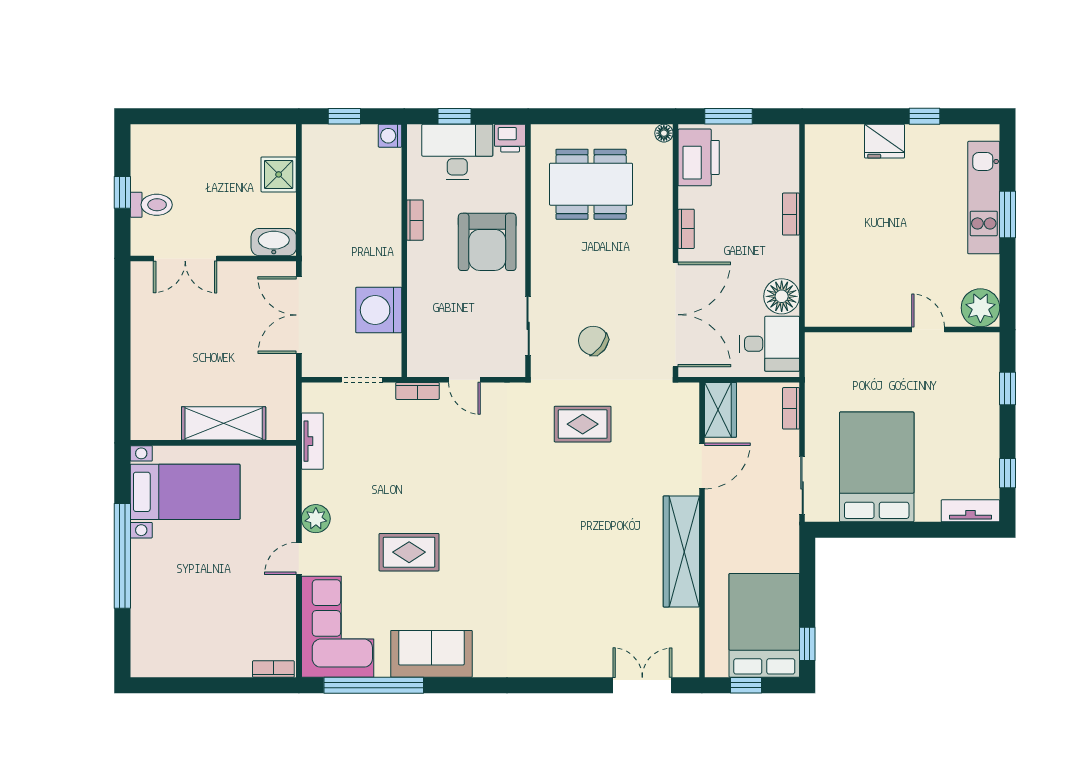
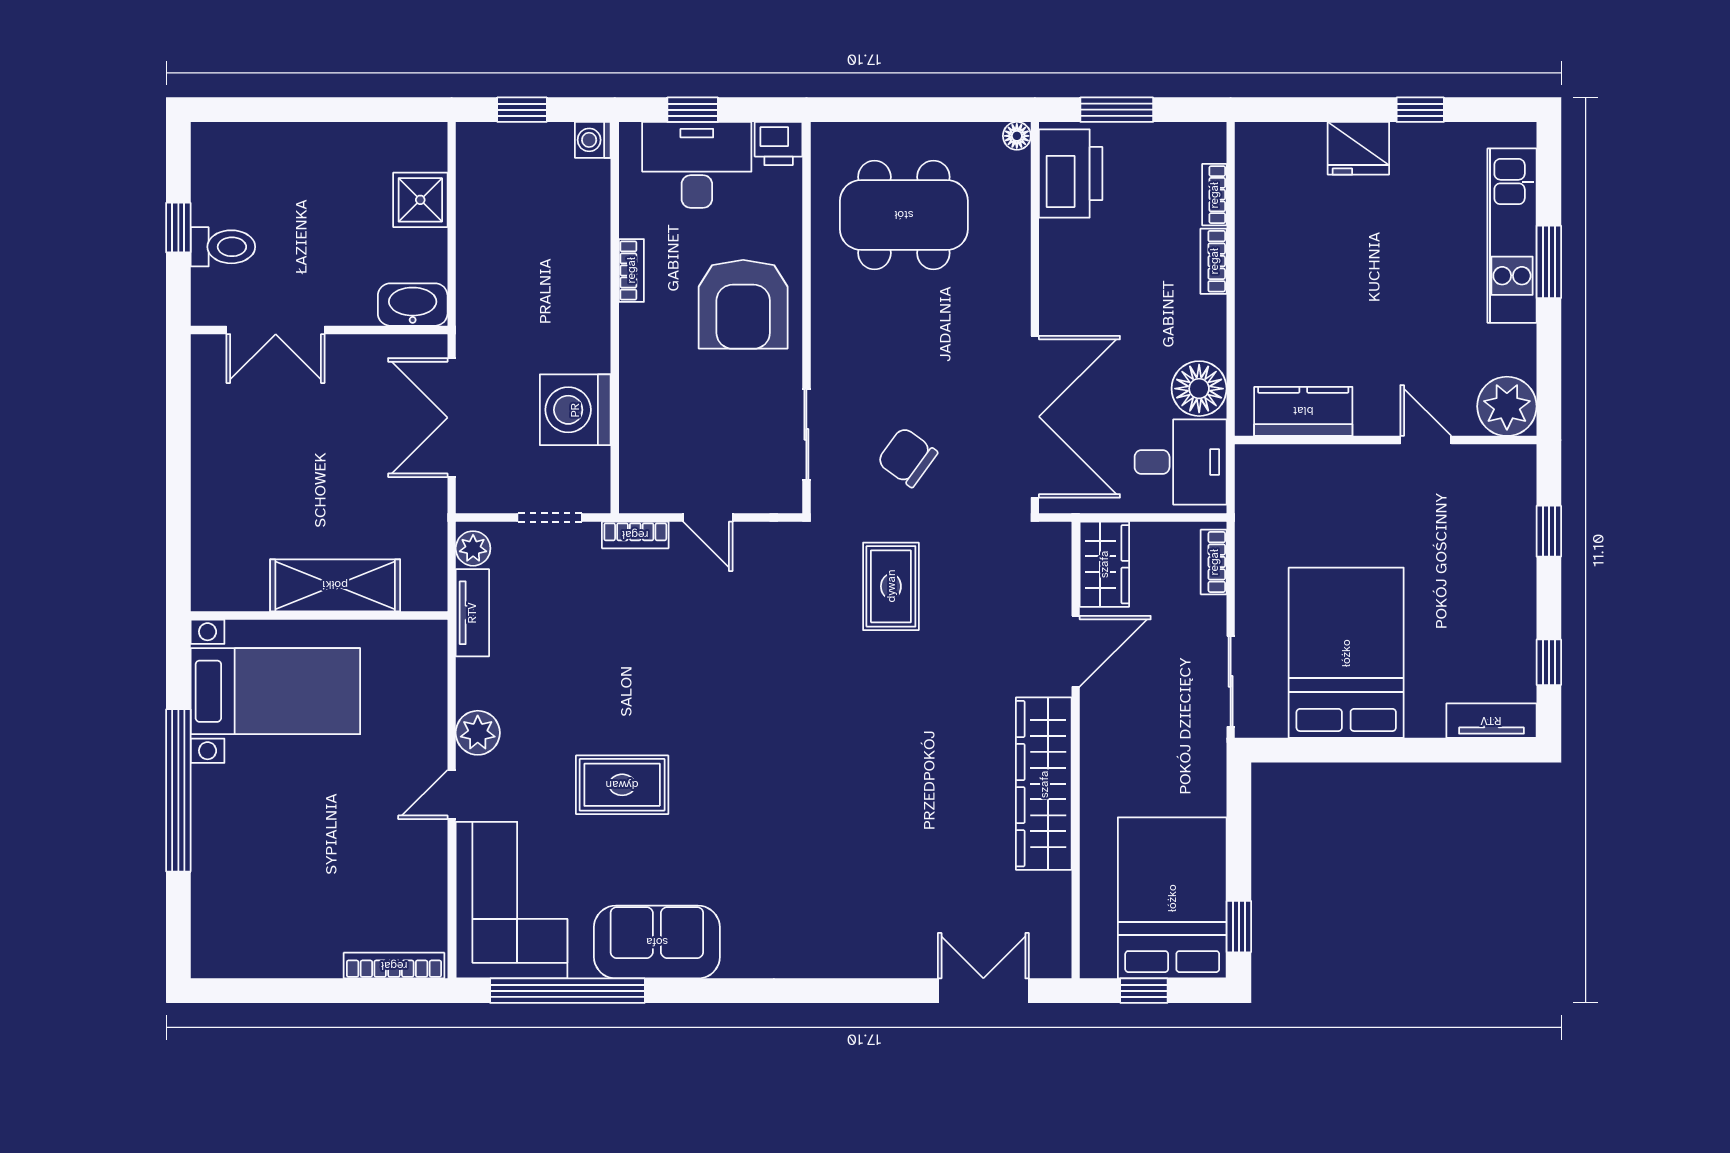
bookcase: (686, 229) -> (1214, 195), moved, turned 180
kitchen counter: (849, 311) -> (1303, 411), added
plant: (313, 400) -> (473, 548), added
rug: (583, 424) -> (891, 586), turned 90
bookcase: (273, 669) -> (394, 966), width x1.56

